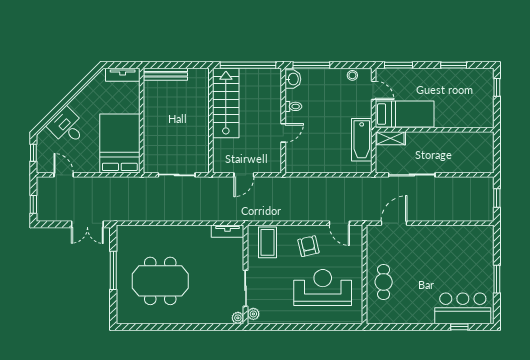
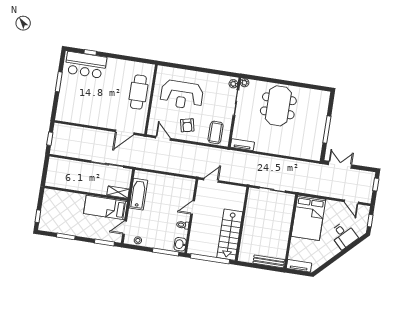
door: (374, 90) -> (125, 228), hinge flipped
door: (244, 175) -> (211, 180), moved
meeting table: (160, 281) -> (278, 106), moved, turned 90
cafe table: (384, 282) -> (138, 92), width x1.37, depth x1.35

